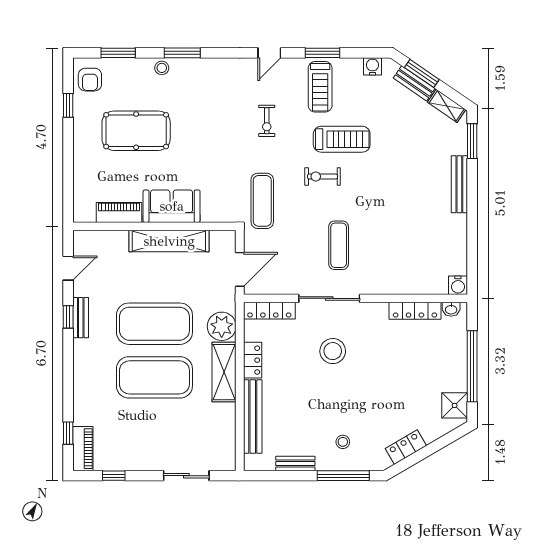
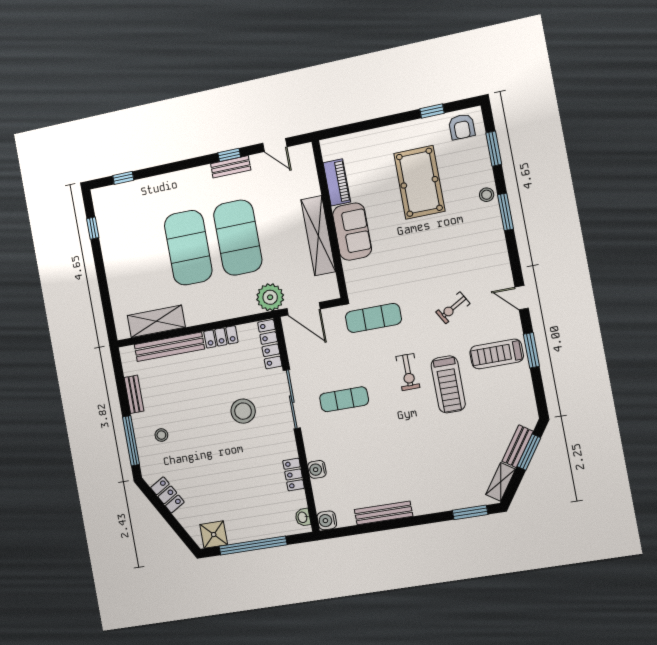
water cooler: (372, 66) -> (317, 469), moved, turned 180
armchair: (90, 80) -> (462, 127), turned -90
exercise bike: (267, 121) -> (453, 308), turned -30
exercise bike: (322, 177) -> (408, 372), turned 180
bench: (459, 184) -> (383, 513), moved
locker: (415, 311) -> (294, 474), width x0.66
plant: (222, 326) -> (270, 297), moved
shelving: (224, 372) -> (156, 321), moved
piano: (83, 449) -> (112, 194), removed
sliding door: (186, 476) -> (105, 295), removed

